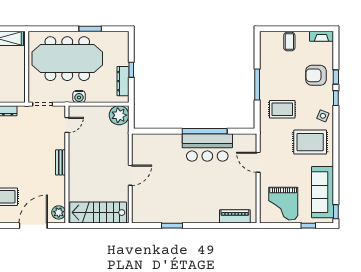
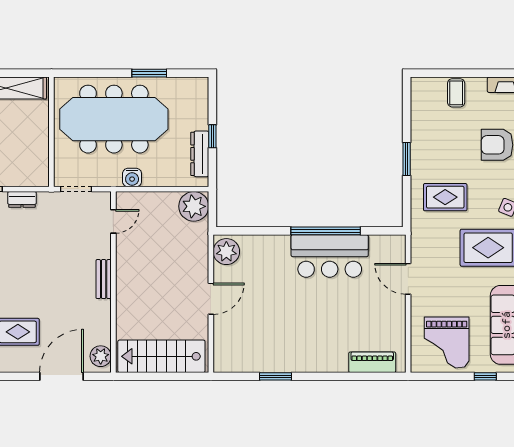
window: (257, 84) -> (407, 159), width x0.69
plant: (140, 145) -> (226, 252), added

